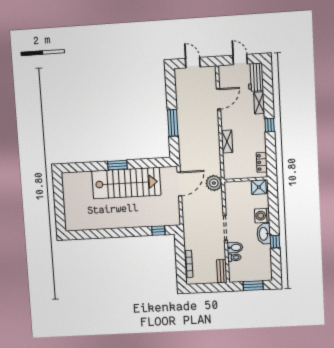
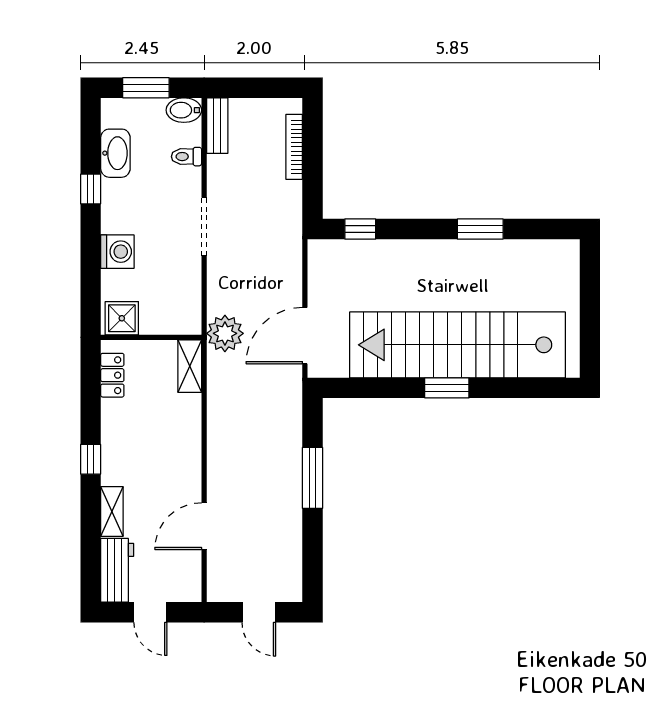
shelving: (227, 141) -> (190, 366), moved
stairs: (126, 183) -> (458, 345), width x1.36
window: (108, 233) -> (480, 229), added
washbasin: (264, 234) -> (115, 153), moved
bidet: (235, 247) -> (184, 110), moved

